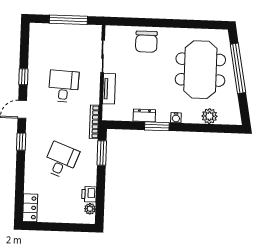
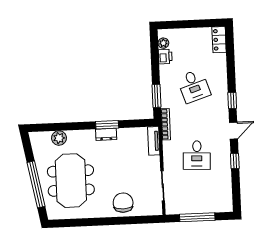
tv unit: (109, 89) -> (154, 141), moved
dresser: (144, 115) -> (106, 134), moved
water cooler: (176, 118) -> (90, 134), removed
desk: (61, 160) -> (194, 86), turned -39

